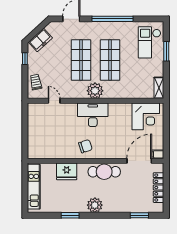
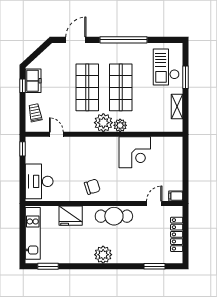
freezer: (40, 40) -> (33, 81), moved, turned -47
shelving: (159, 88) -> (177, 107), moved
plant: (110, 93) -> (120, 125), added
window: (25, 113) -> (22, 149), added
desk: (93, 115) -> (39, 181), moved, turned -90
corner desk: (146, 116) -> (135, 152), moved
door: (139, 161) -> (154, 204), width x0.53
window: (70, 215) -> (48, 266), moved

